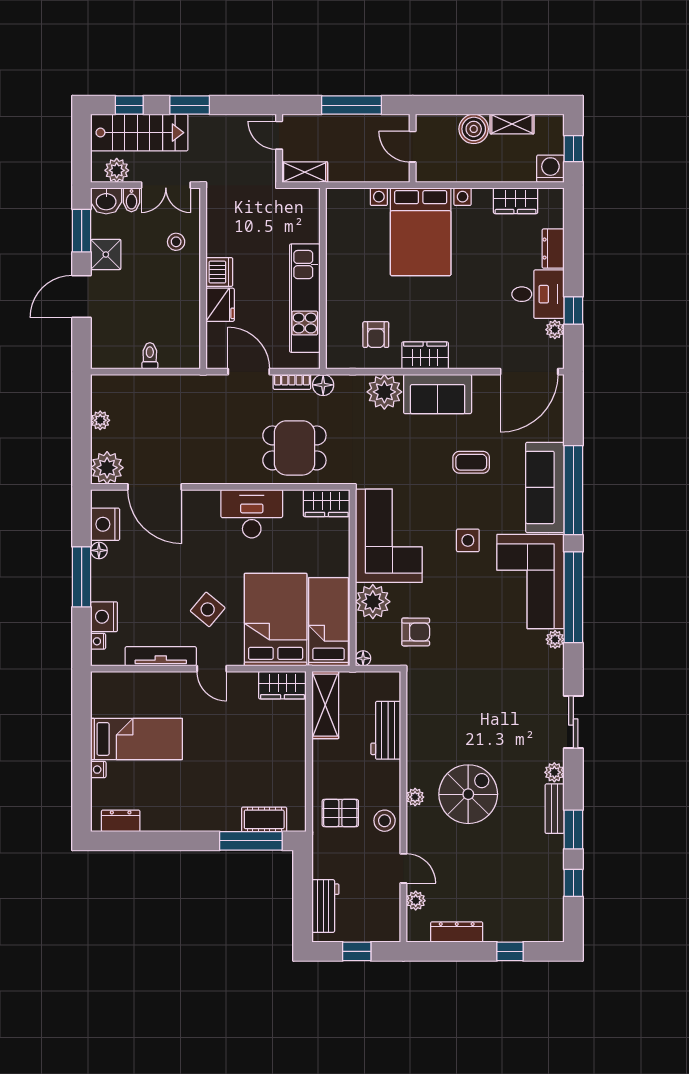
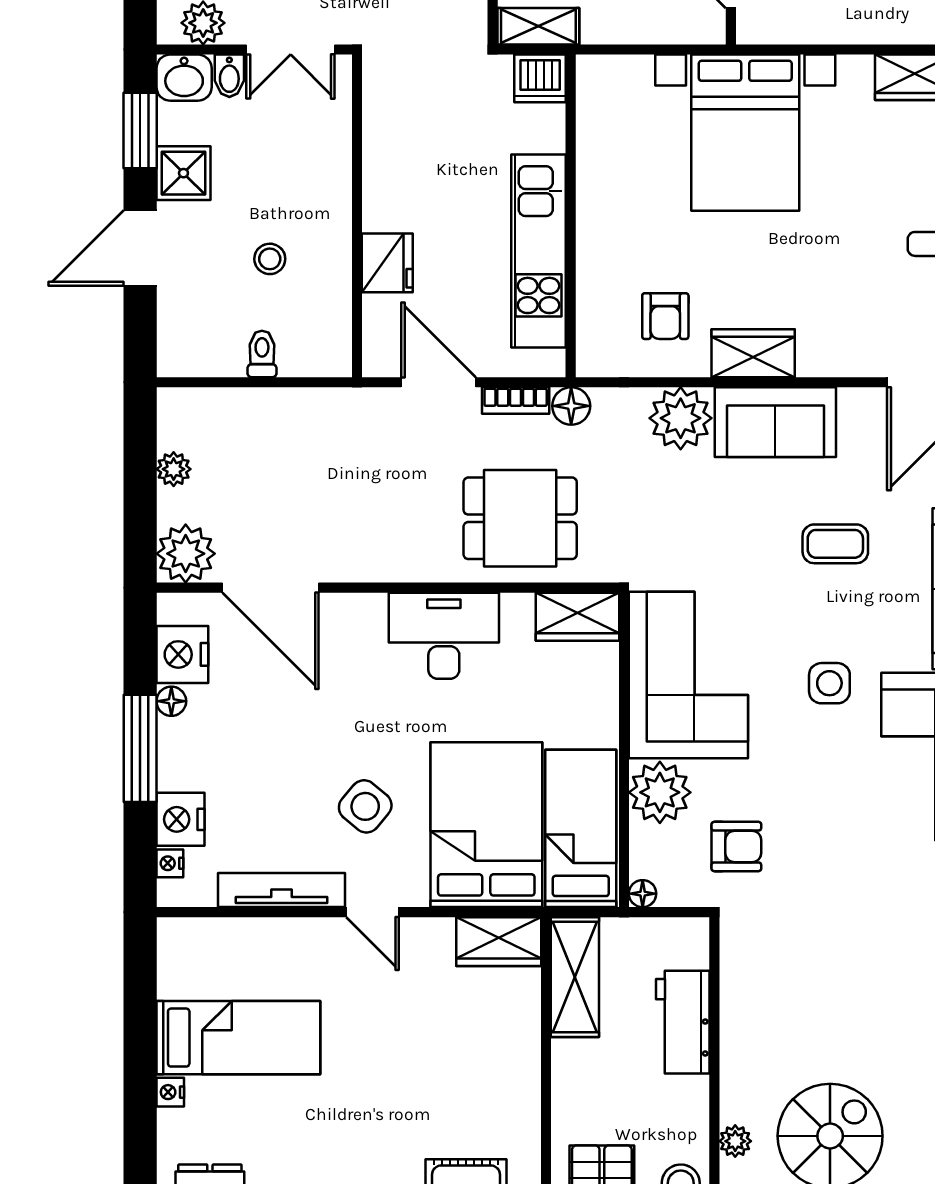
stool: (176, 242) -> (270, 259), moved
dishwasher: (219, 272) -> (540, 78), moved, turned 90

